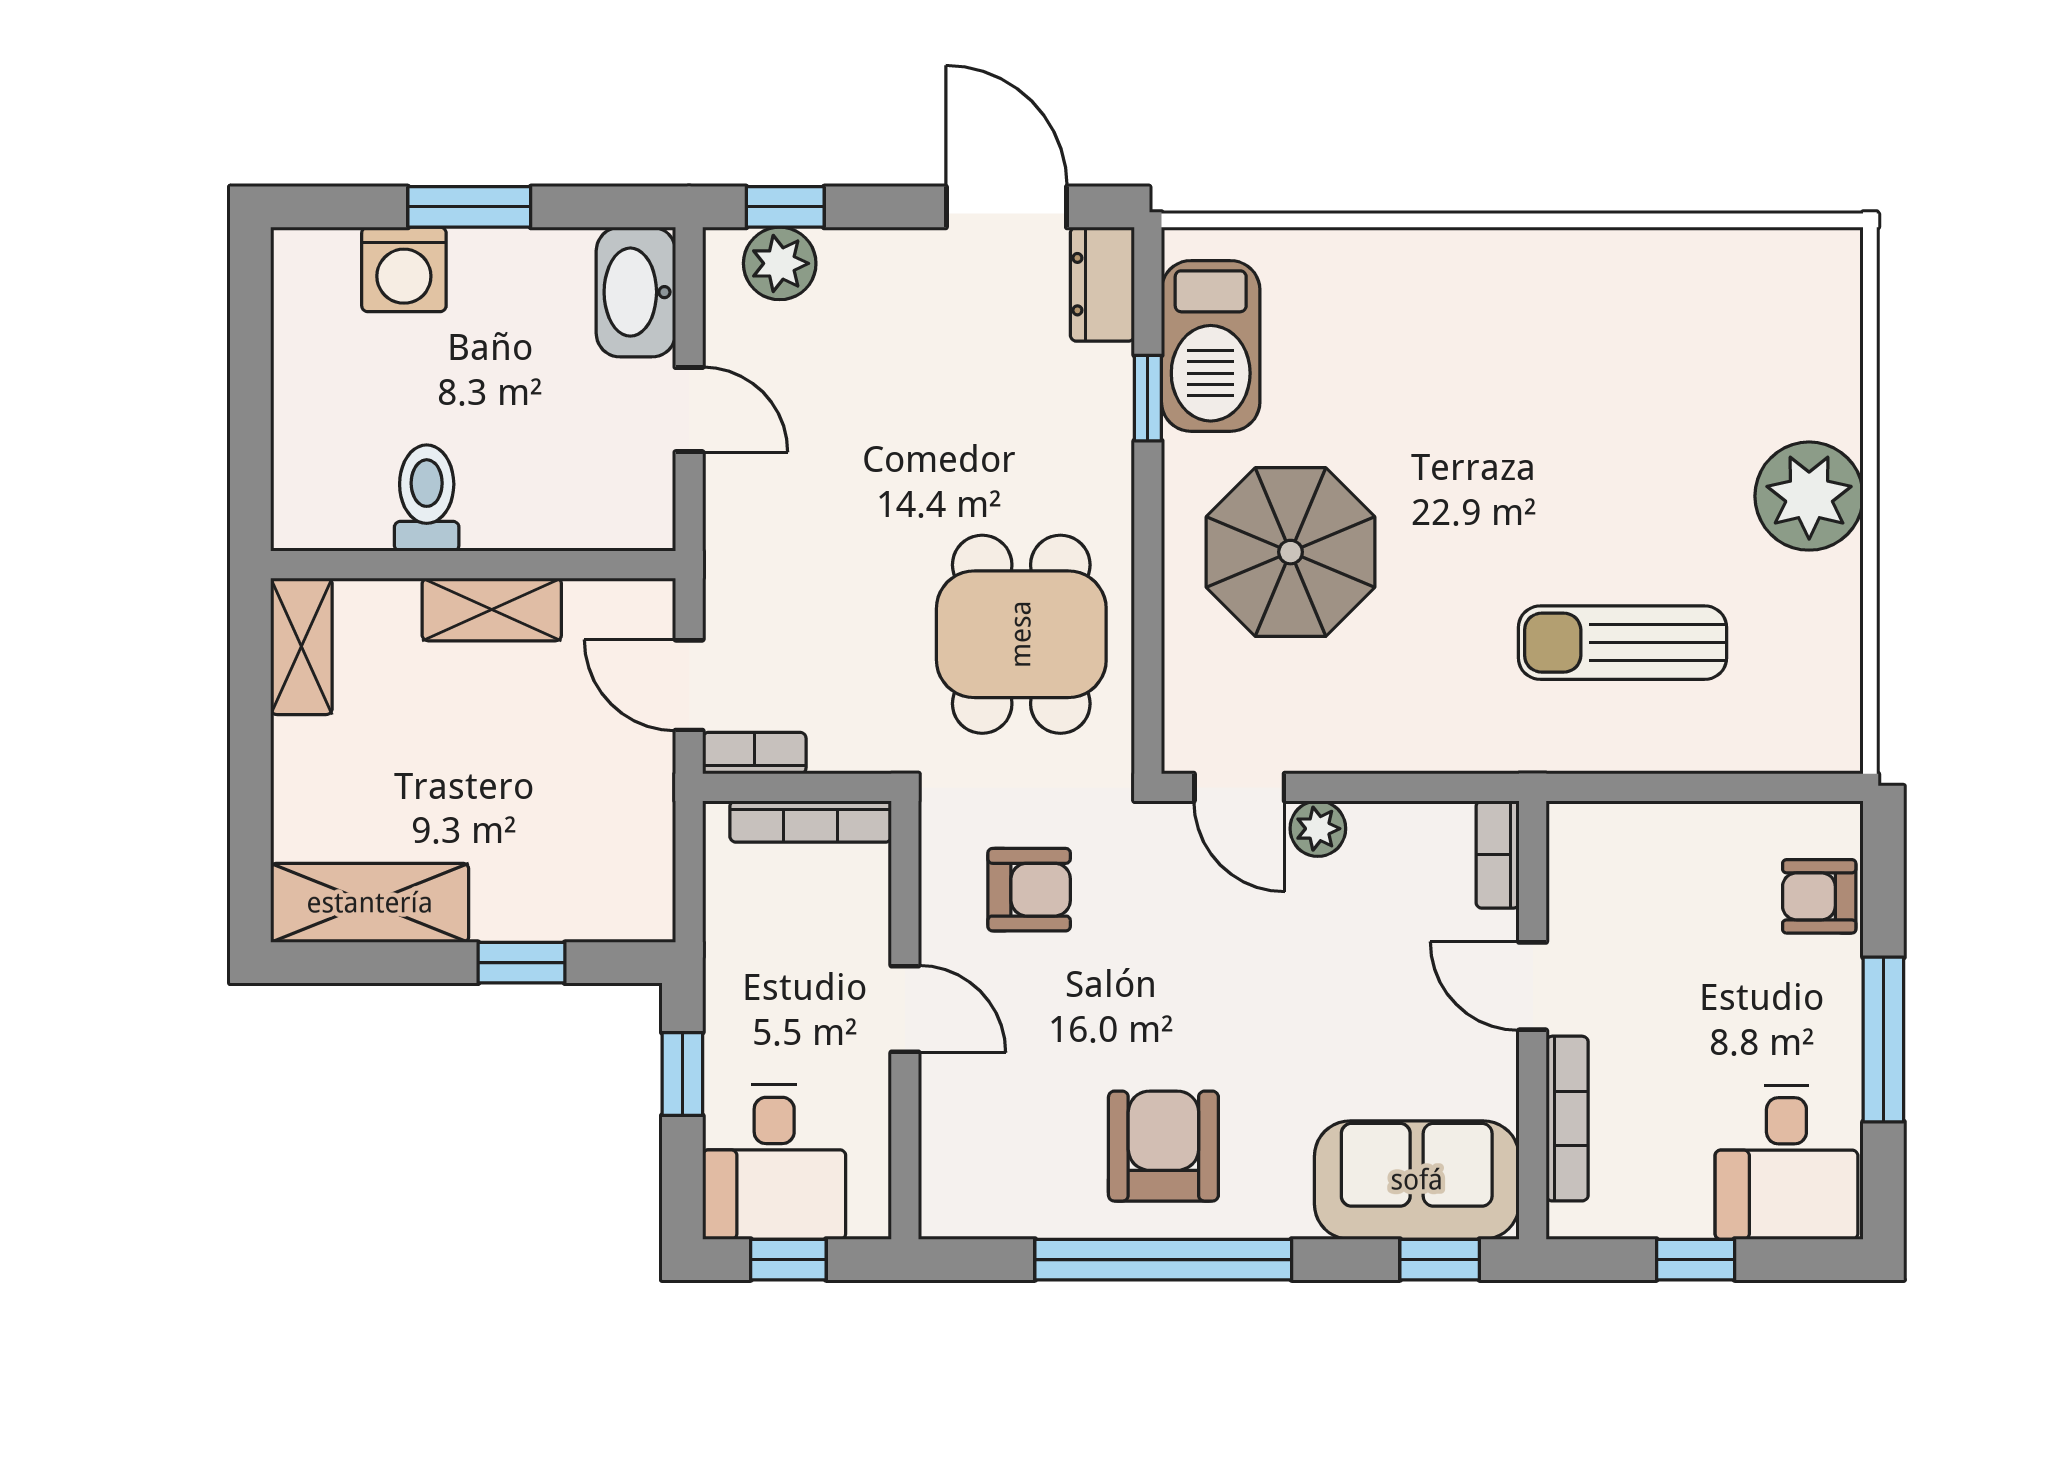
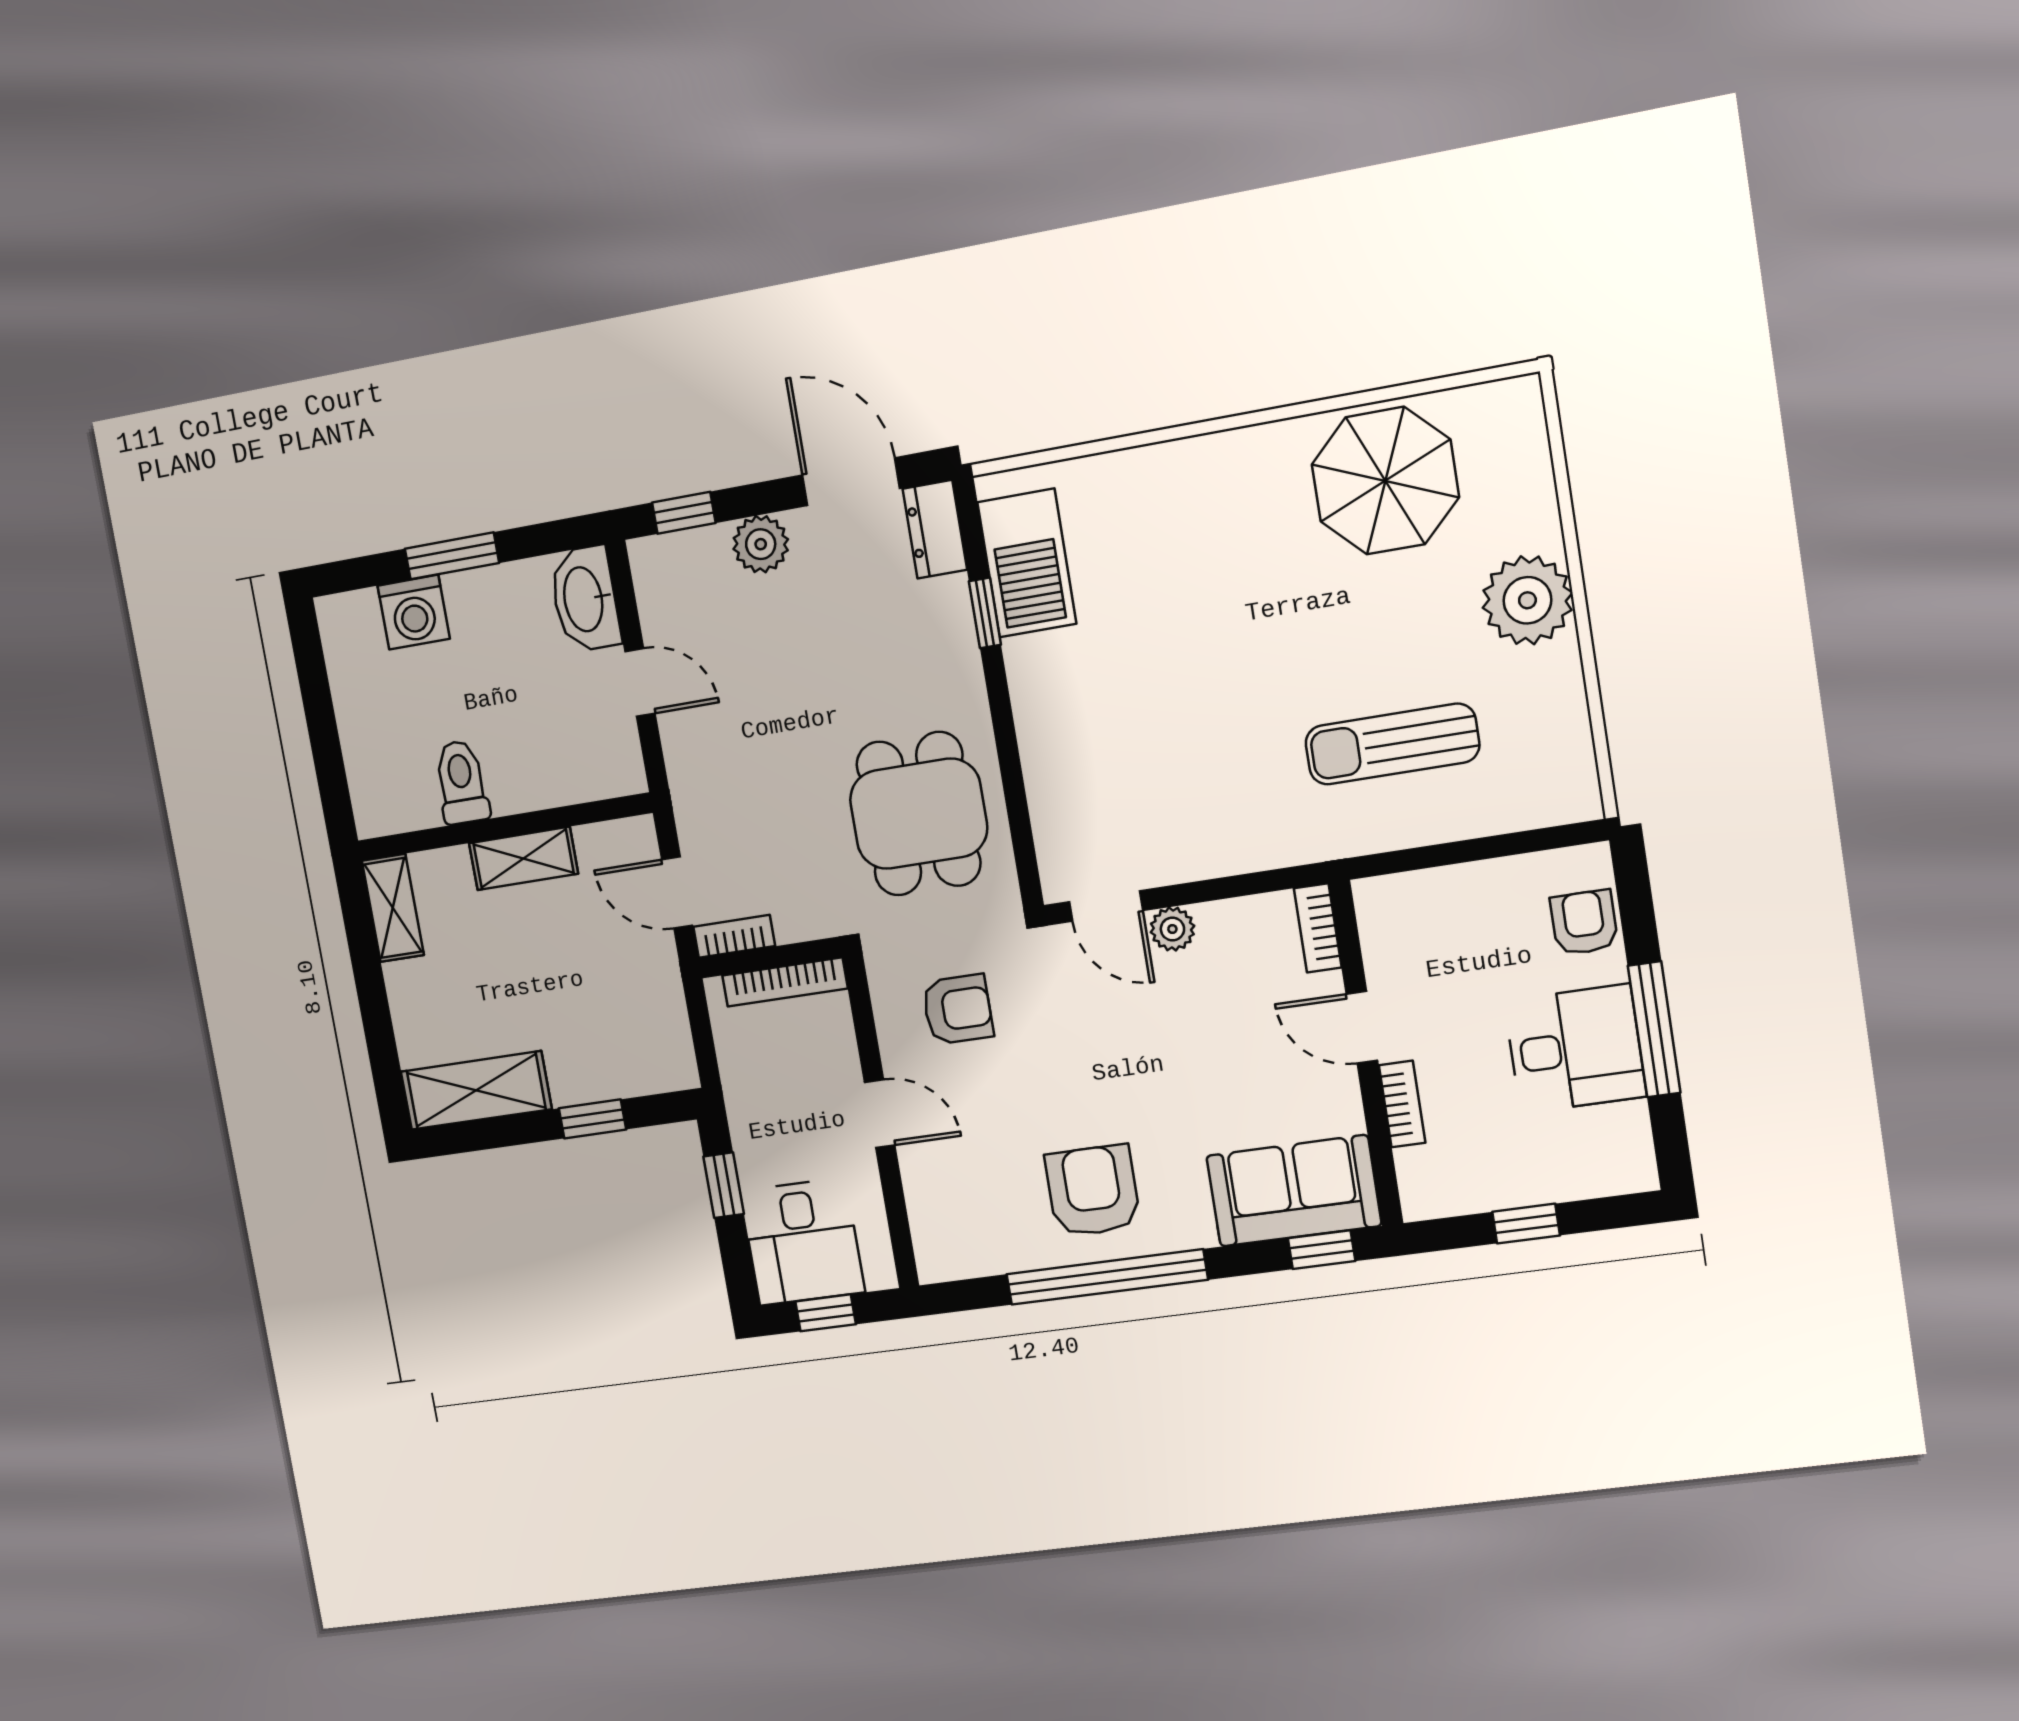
plant: (780, 263) -> (761, 544), moved
parasol: (1291, 552) -> (1385, 481), moved
armchair: (1819, 896) -> (1584, 922), turned 90
bookcase: (1567, 1119) -> (1402, 1104), width x0.64
desk: (1786, 1162) -> (1575, 1049), moved, turned -90

